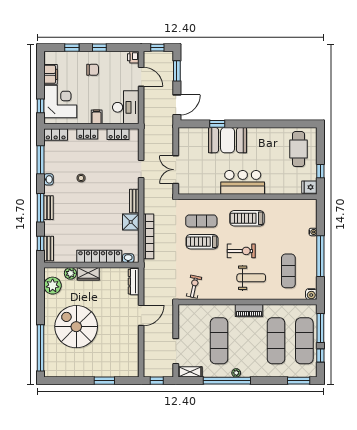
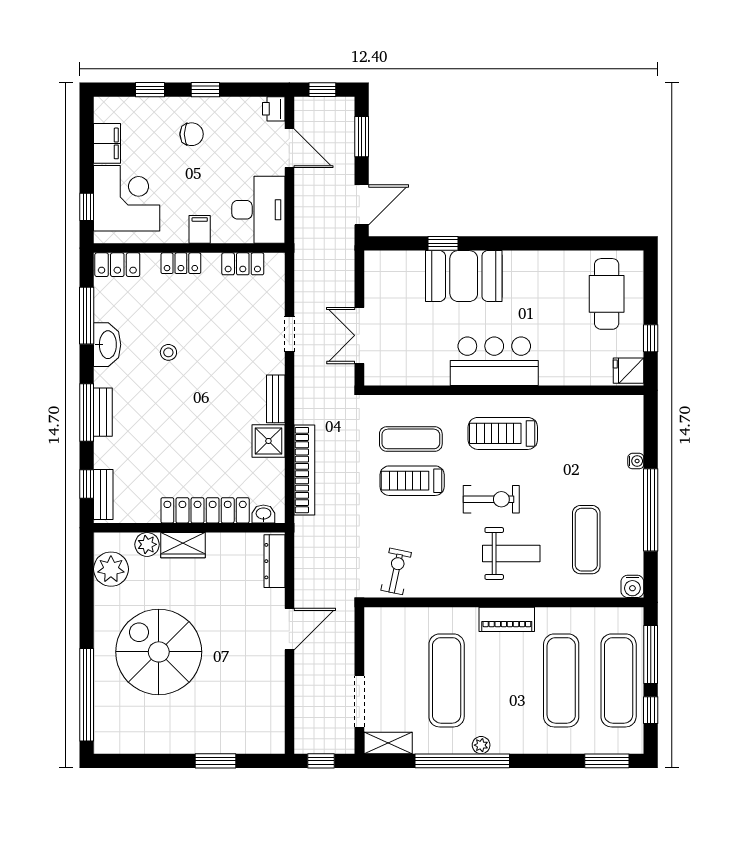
washbasin: (49, 179) -> (107, 345), width x1.91, depth x1.45

